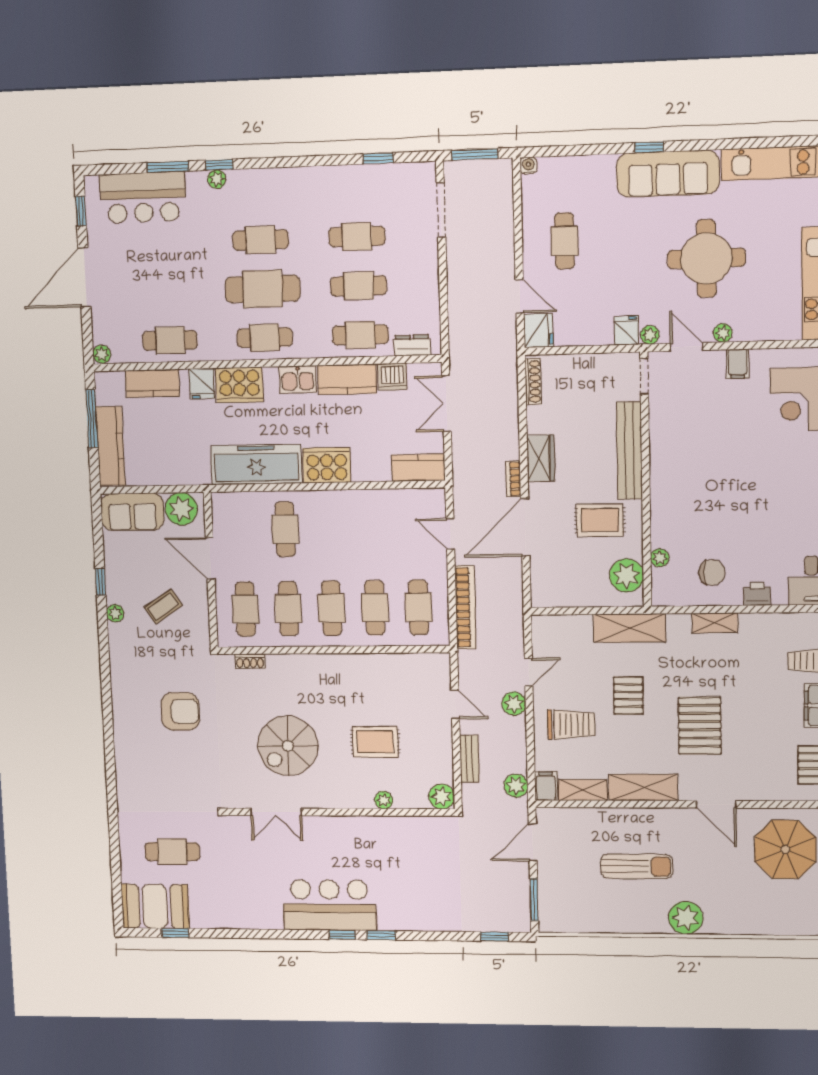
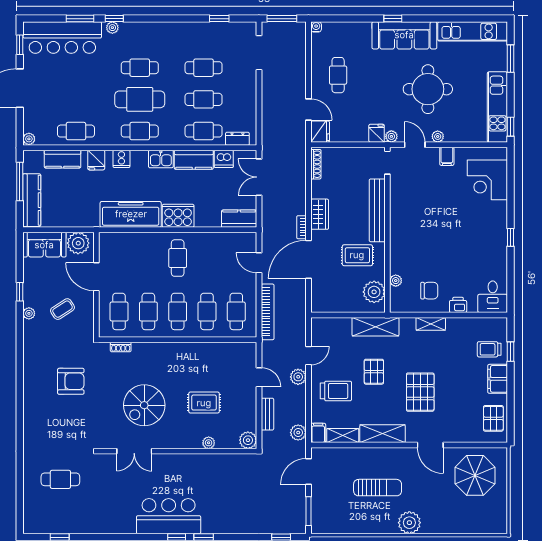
bar counter: (143, 197) -> (62, 38), width x1.36
cooker: (239, 385) -> (121, 159), width x0.53, depth x0.76
cafe table: (285, 529) -> (178, 258), moved
booth: (155, 906) -> (46, 518), removed

